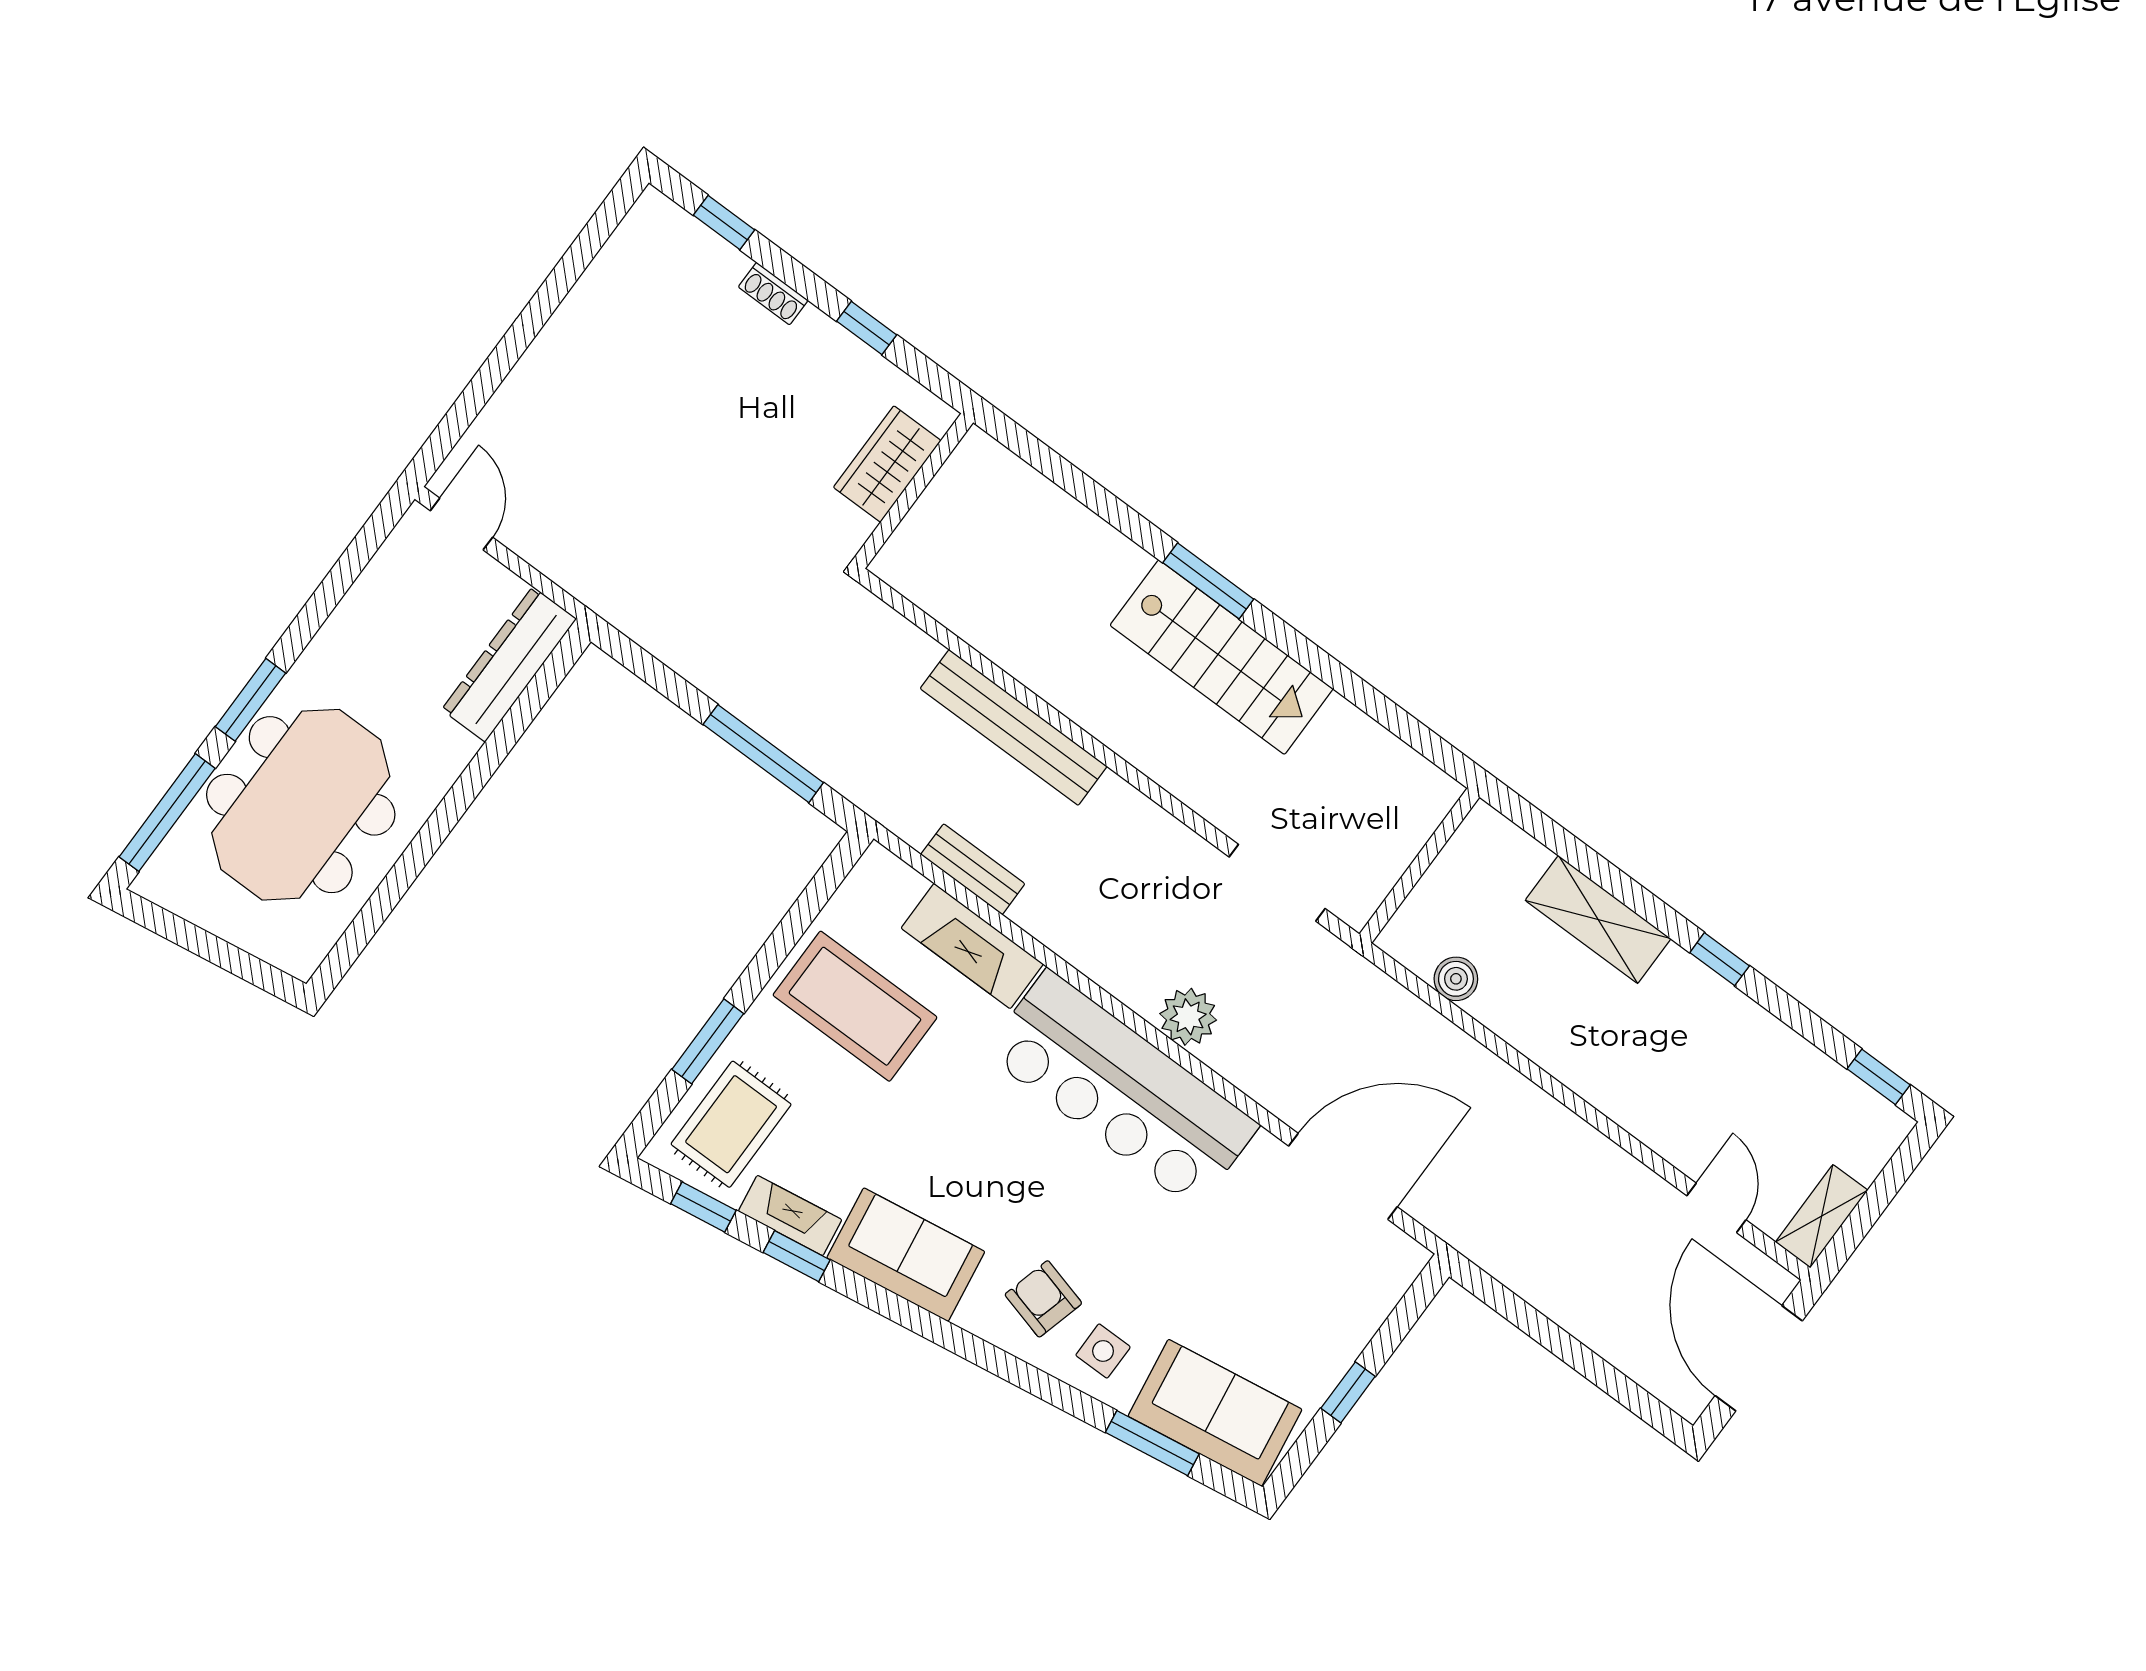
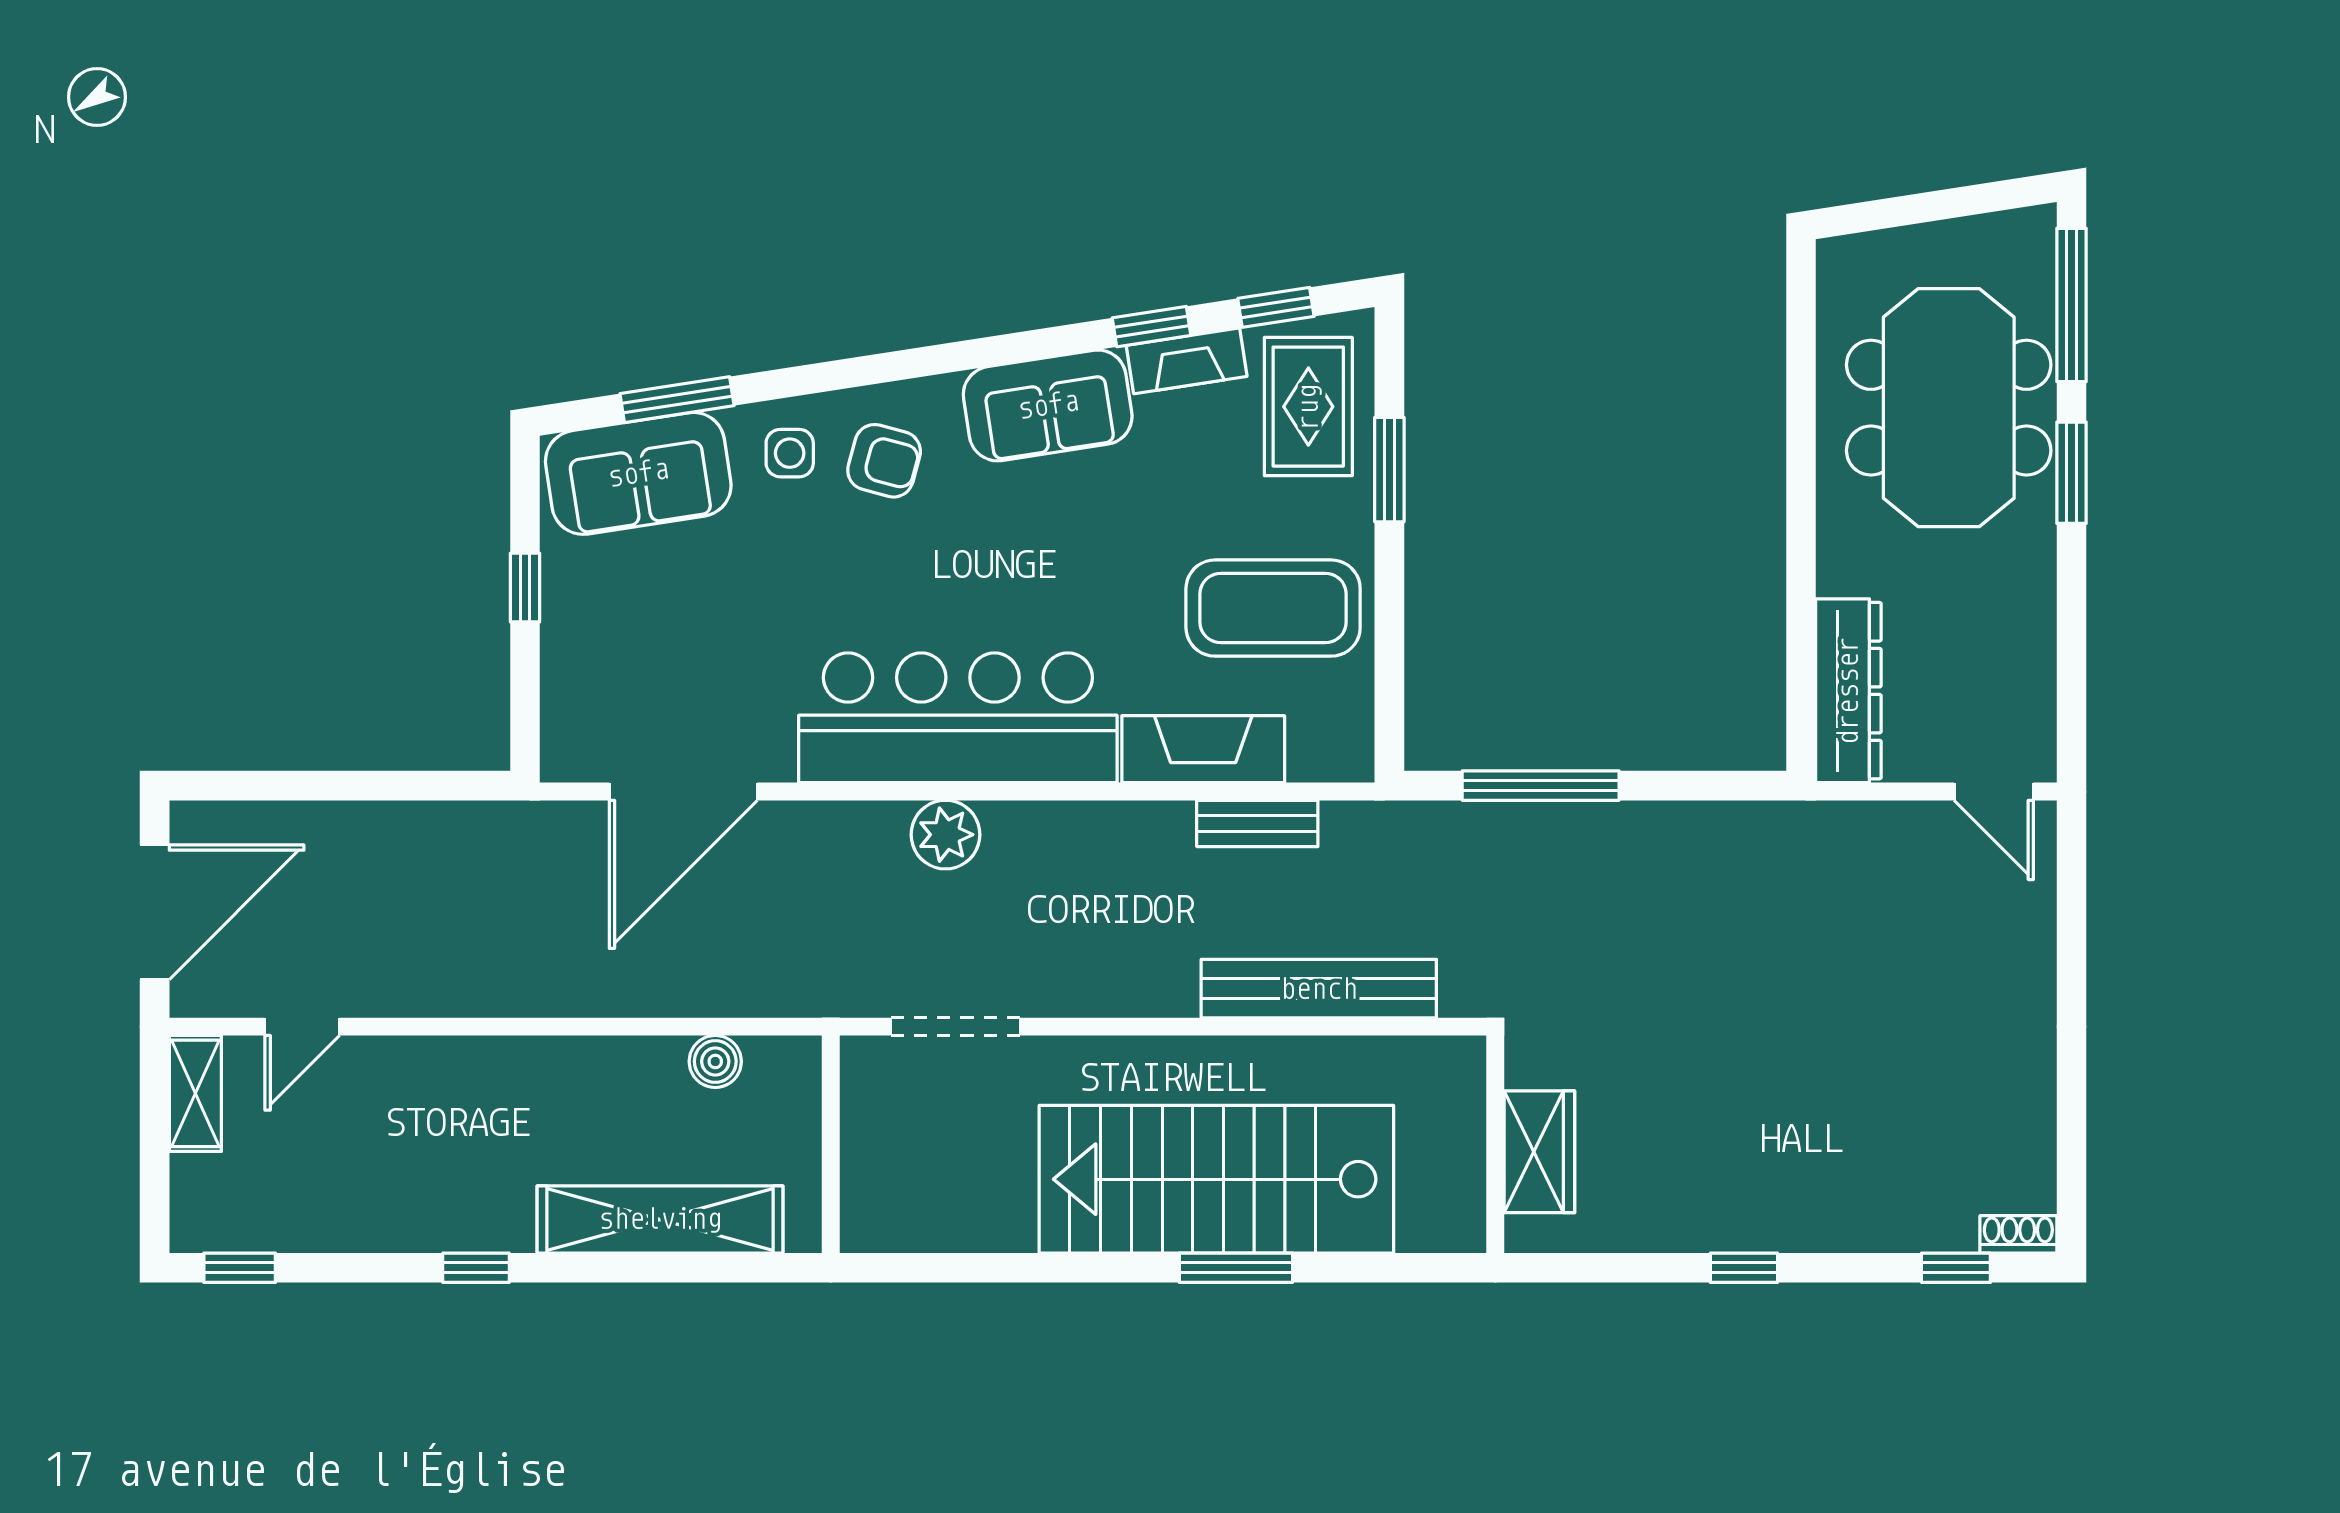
shoe rack: (773, 294) -> (2018, 1234), moved
wardrobe: (887, 464) -> (1539, 1152), moved
wall: (913, 491) -> (1495, 1144), moved
stairs: (1222, 657) -> (1216, 1179), width x1.36, depth x1.51
shelving: (1598, 919) -> (660, 1219), width x1.47
door: (1716, 1208) -> (302, 1027), hinge flipped
door: (1759, 1358) -> (155, 912), hinge flipped

